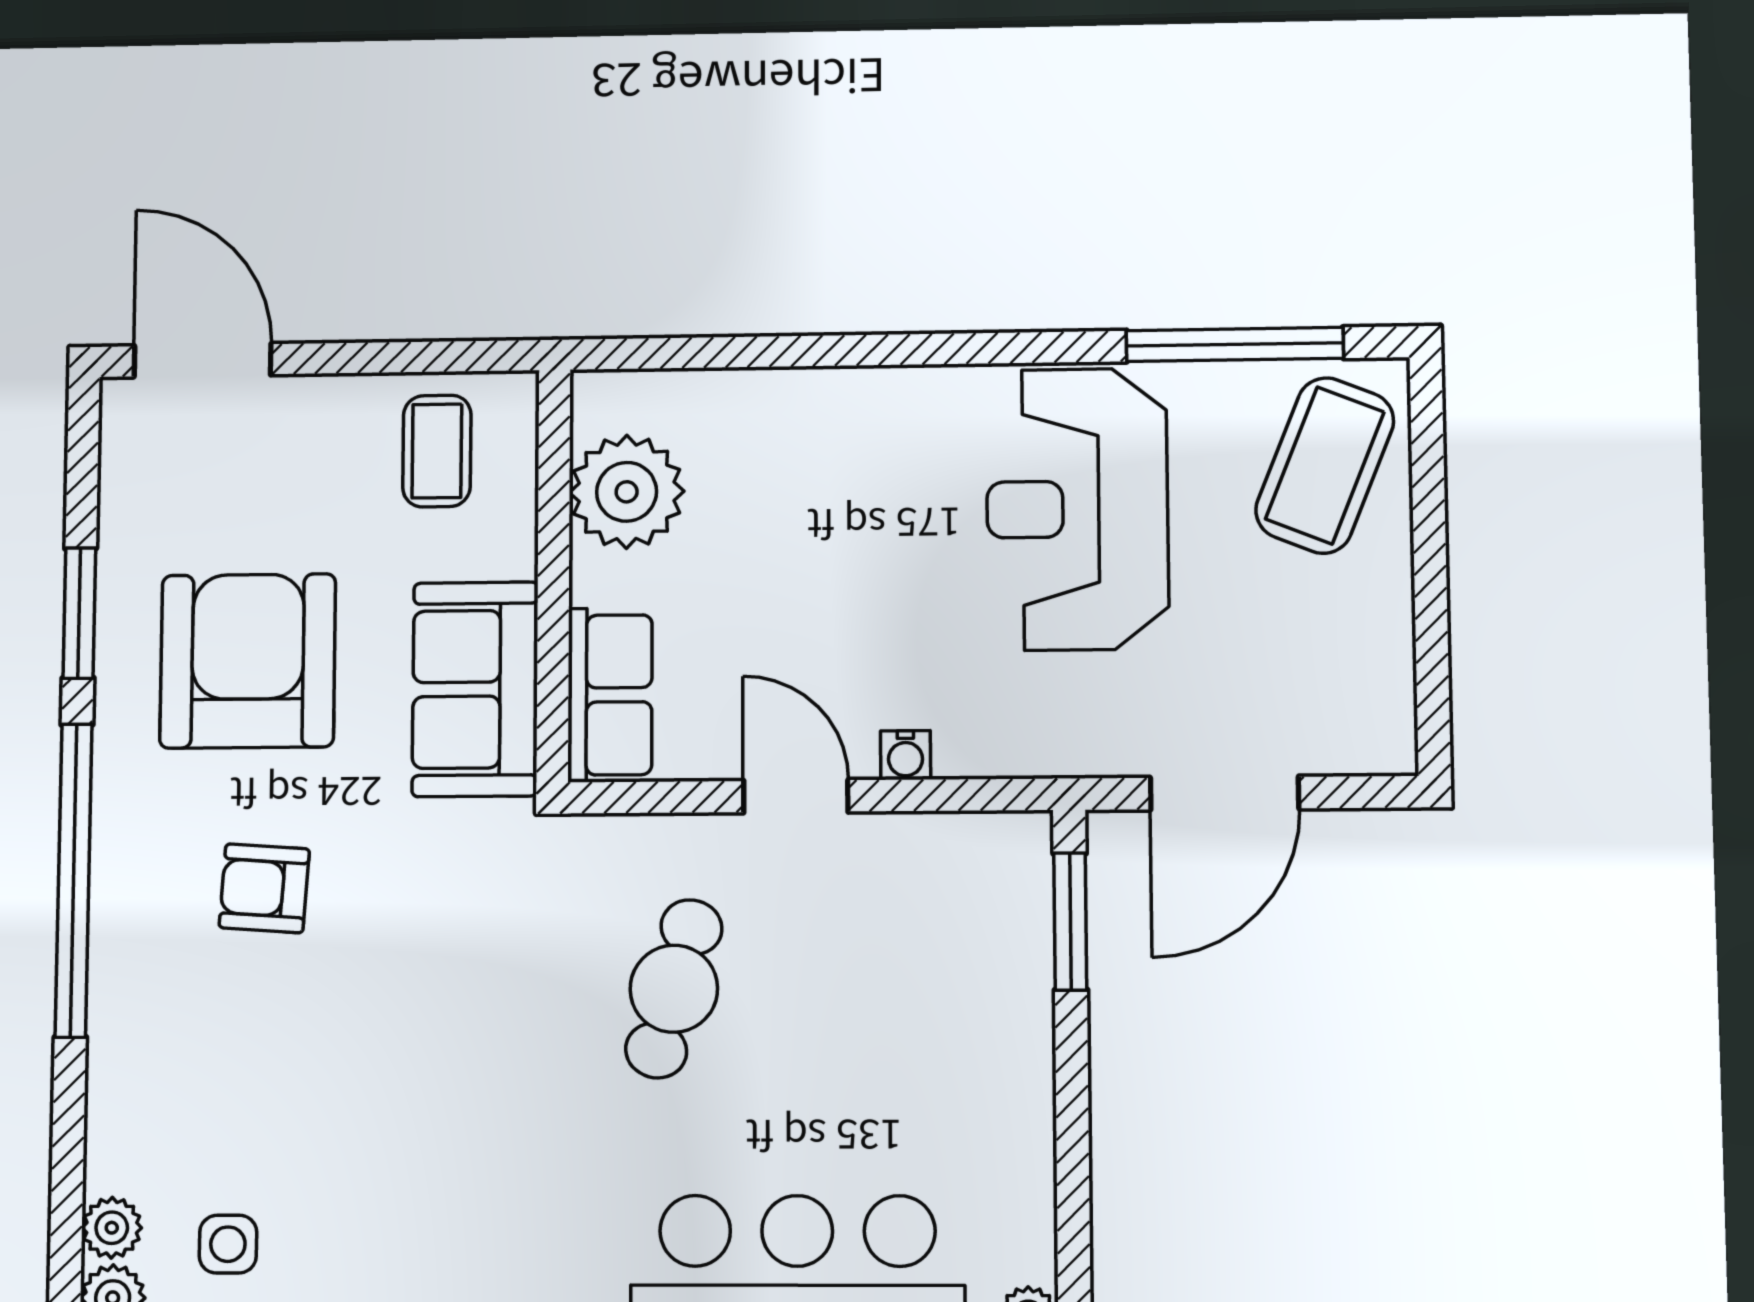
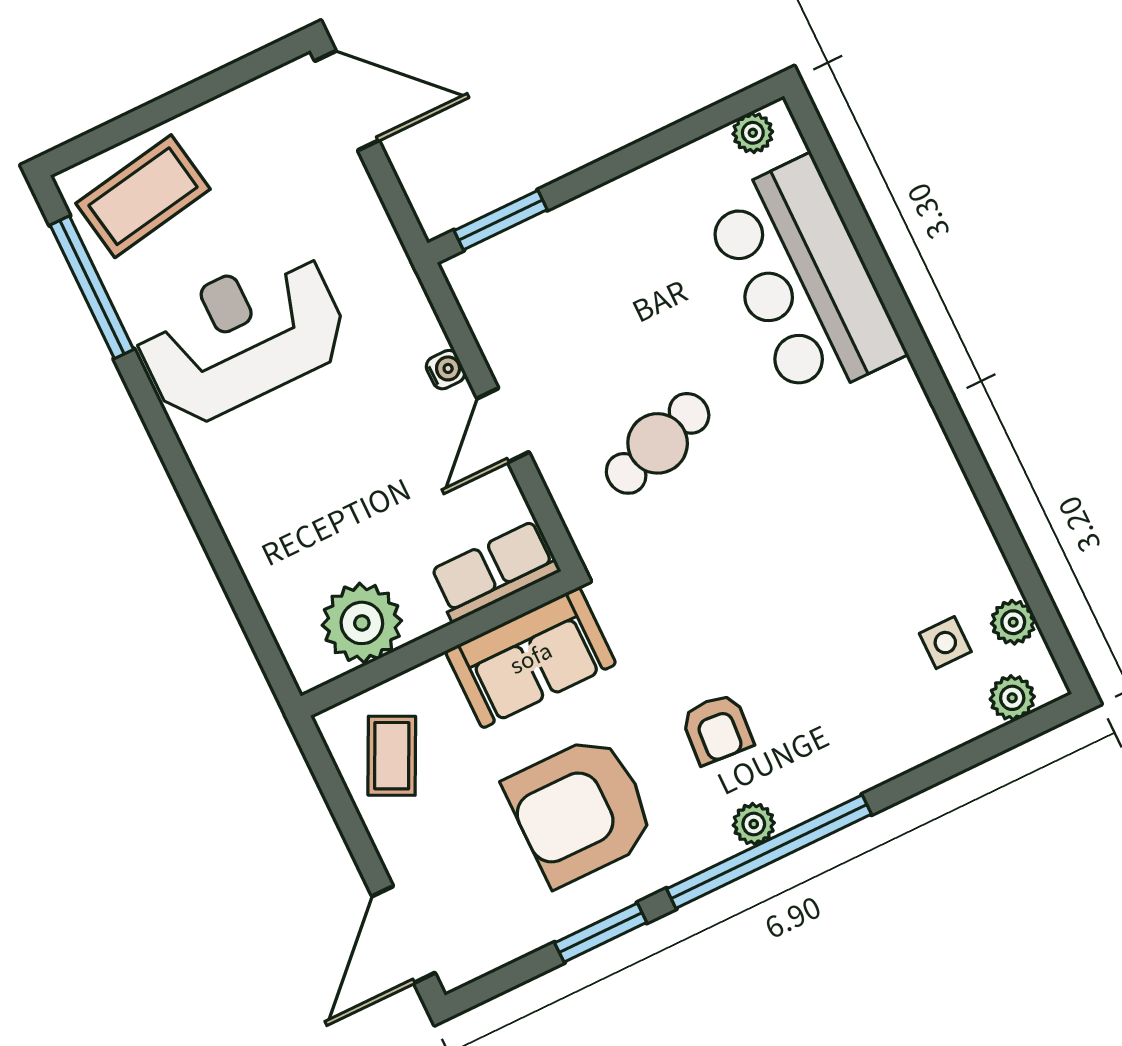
coffee table: (437, 451) -> (392, 756), turned -64
coffee table: (1325, 465) -> (143, 196), turned -32
reception desk: (1077, 509) -> (242, 336), turned 180
door: (1224, 793) -> (347, 101), moved
cafe table: (674, 989) -> (658, 443), turned -34
plant: (112, 1228) -> (754, 824), moved

